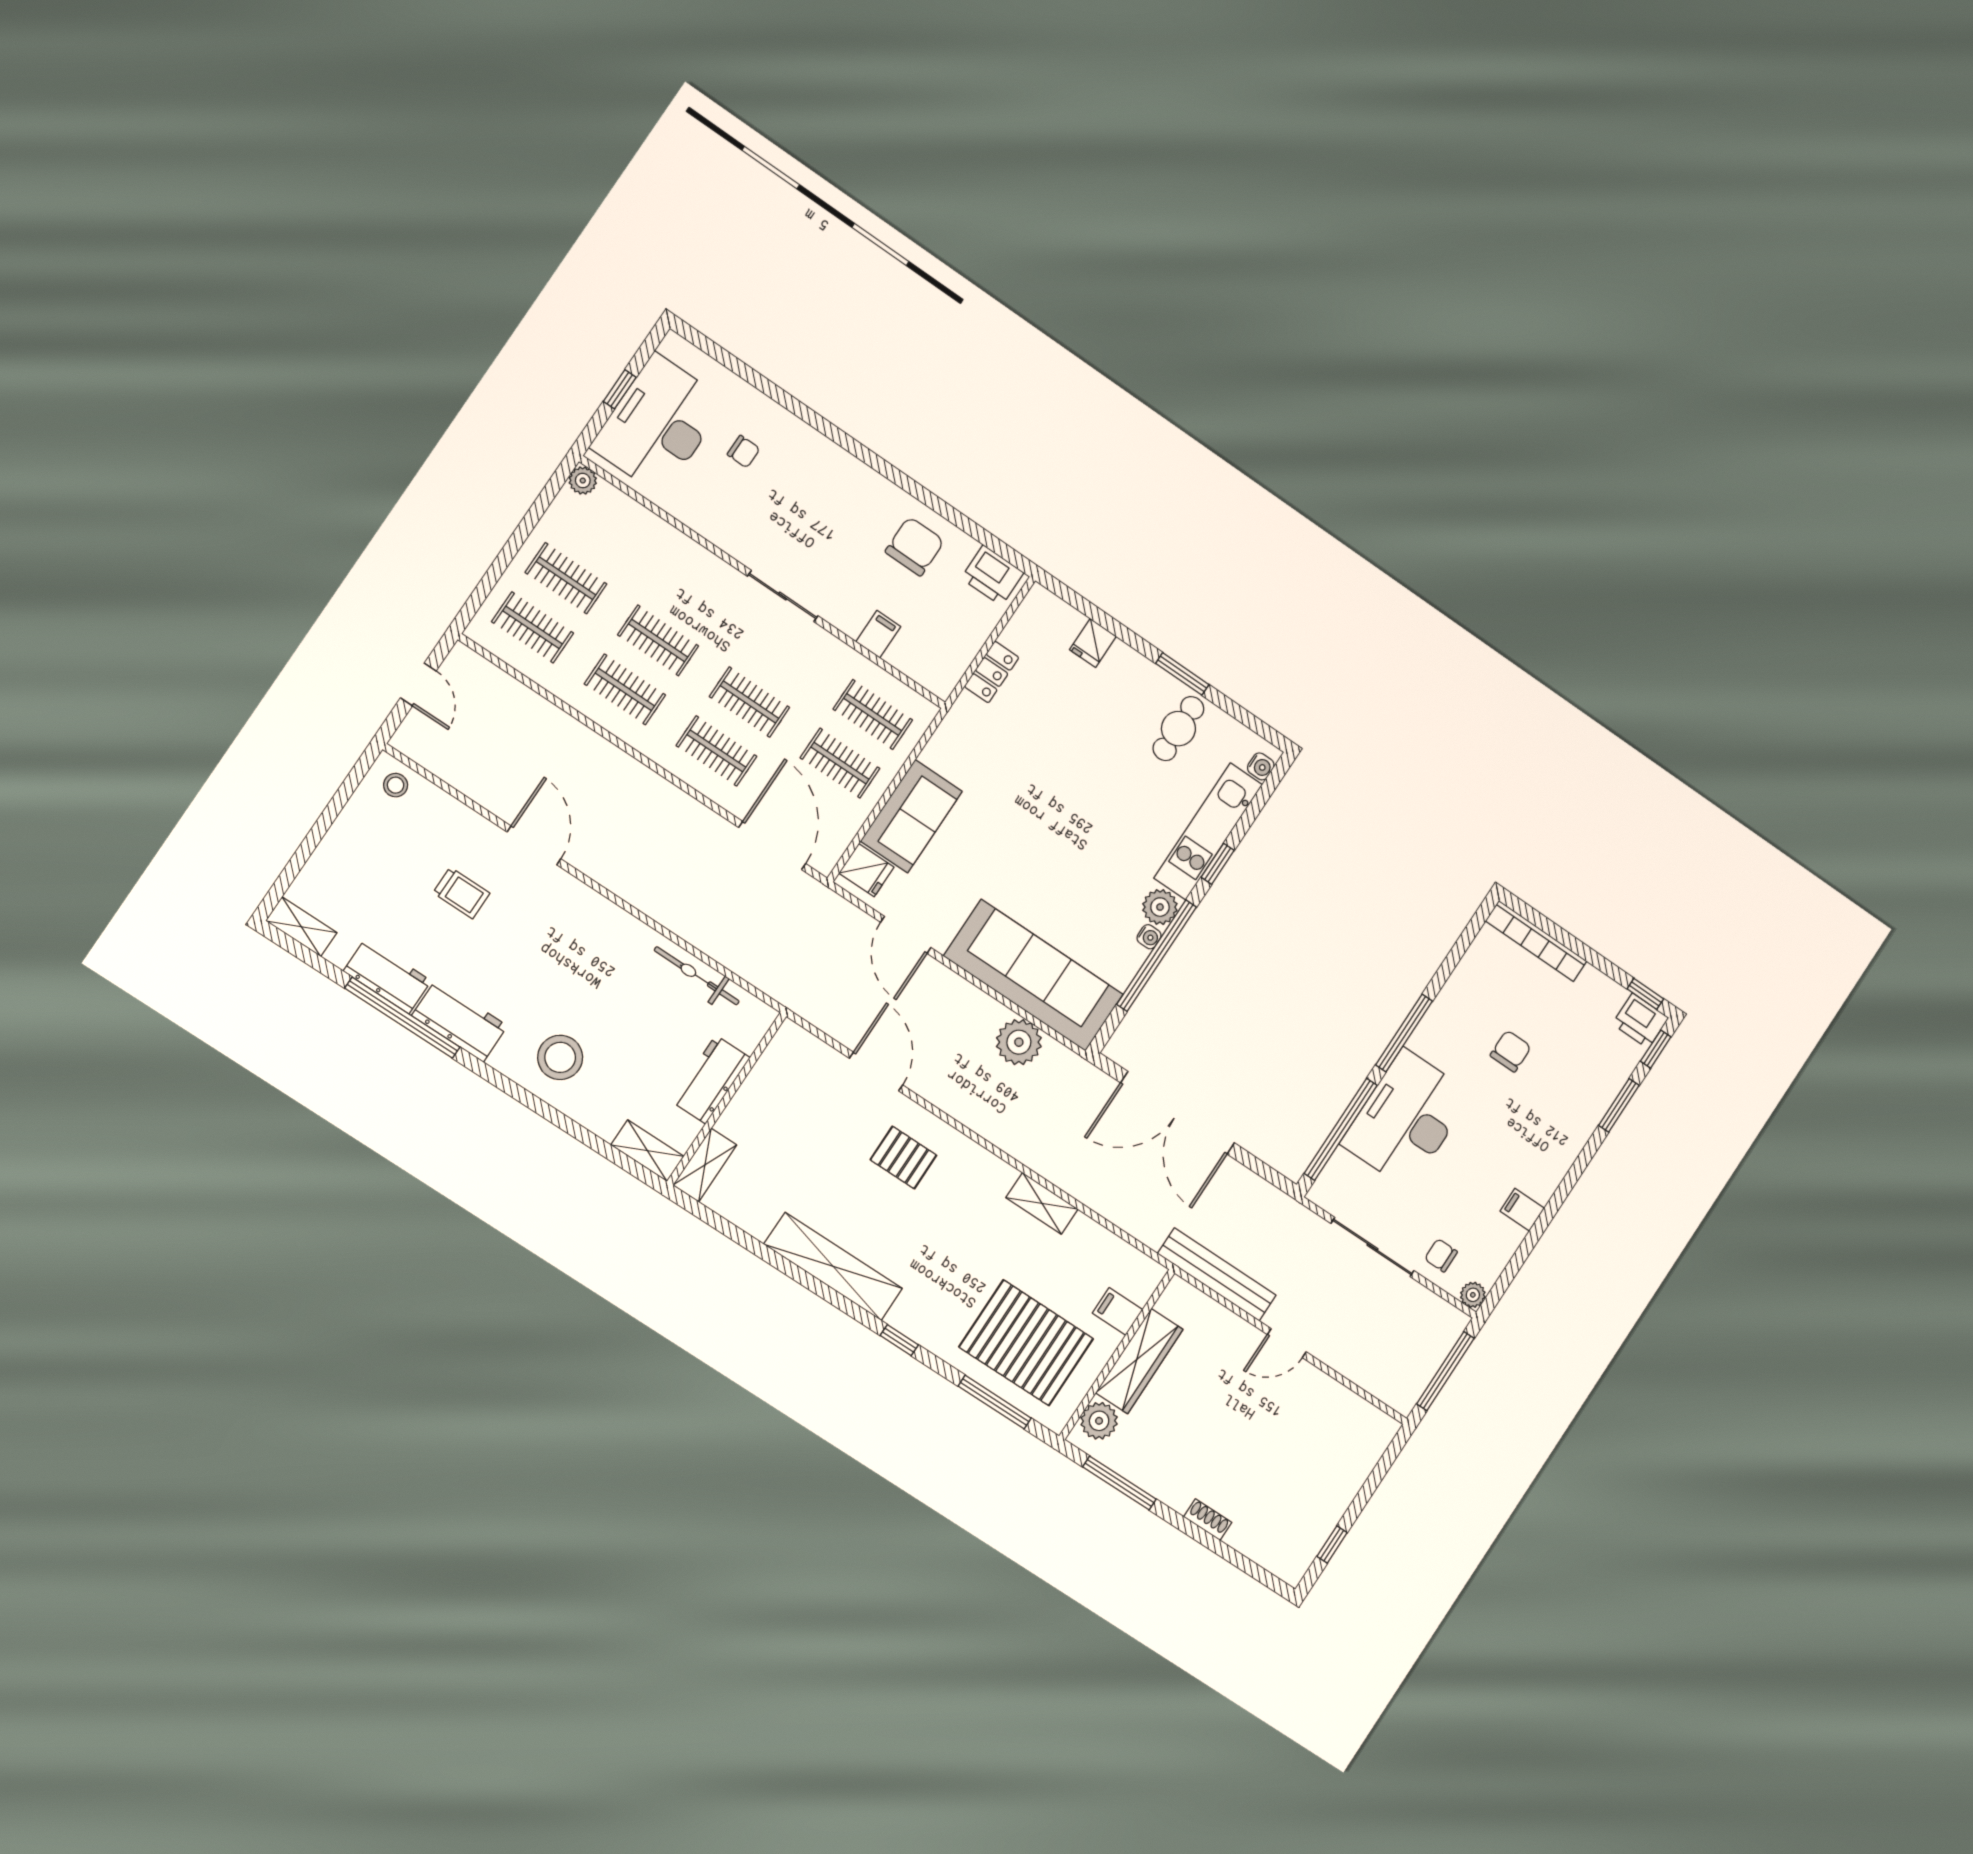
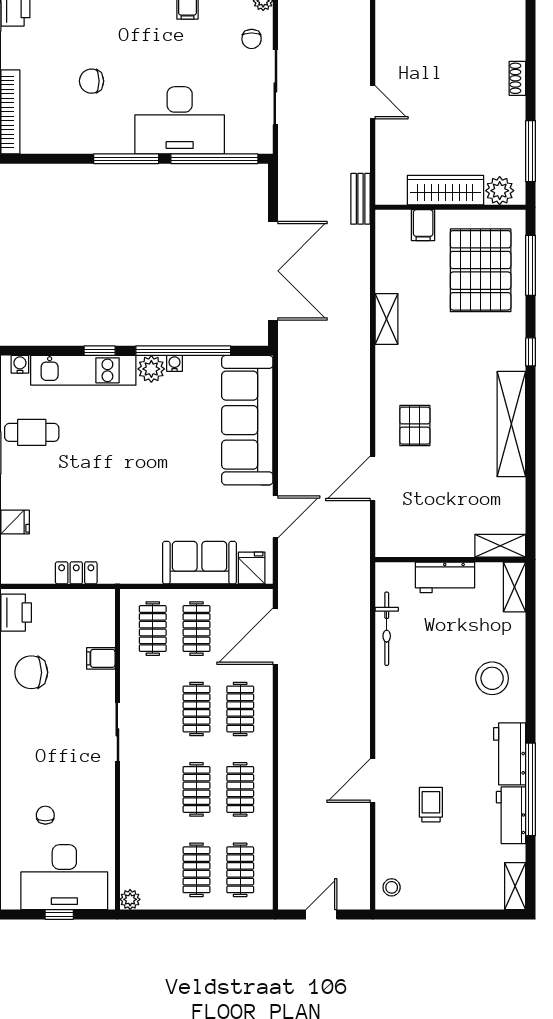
plant: (1019, 1042) -> (295, 401), removed
bench: (1217, 1274) -> (361, 199), width x0.54, depth x0.82

